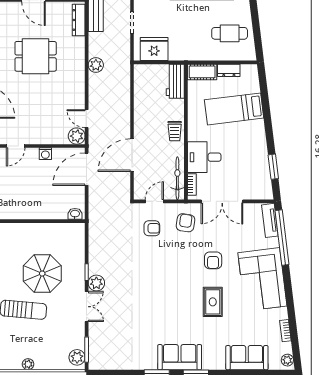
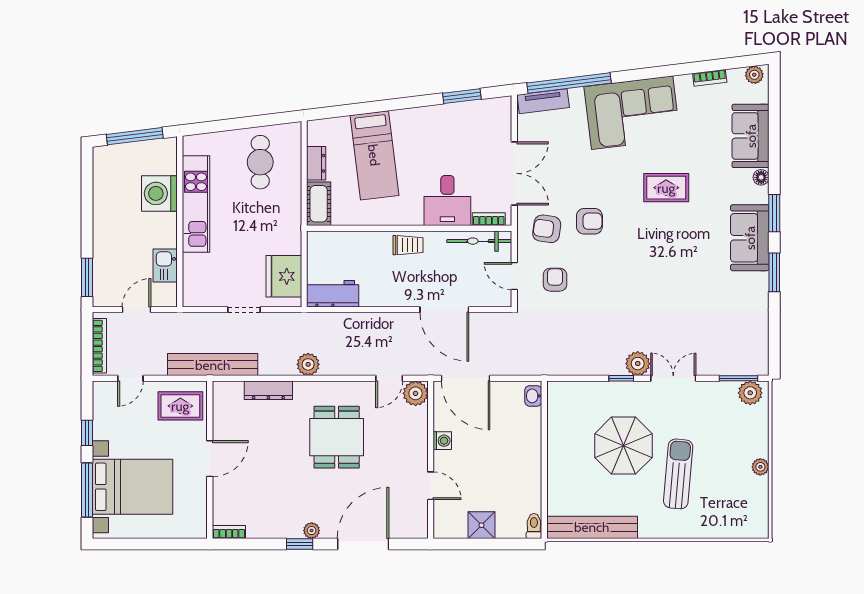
dresser: (79, 20) -> (268, 390), moved
dining table: (36, 56) -> (337, 437), moved
workbench: (175, 81) -> (333, 294), moved, turned 180
armchair: (213, 260) -> (589, 221), moved
floor lamp: (220, 365) -> (761, 177), added

